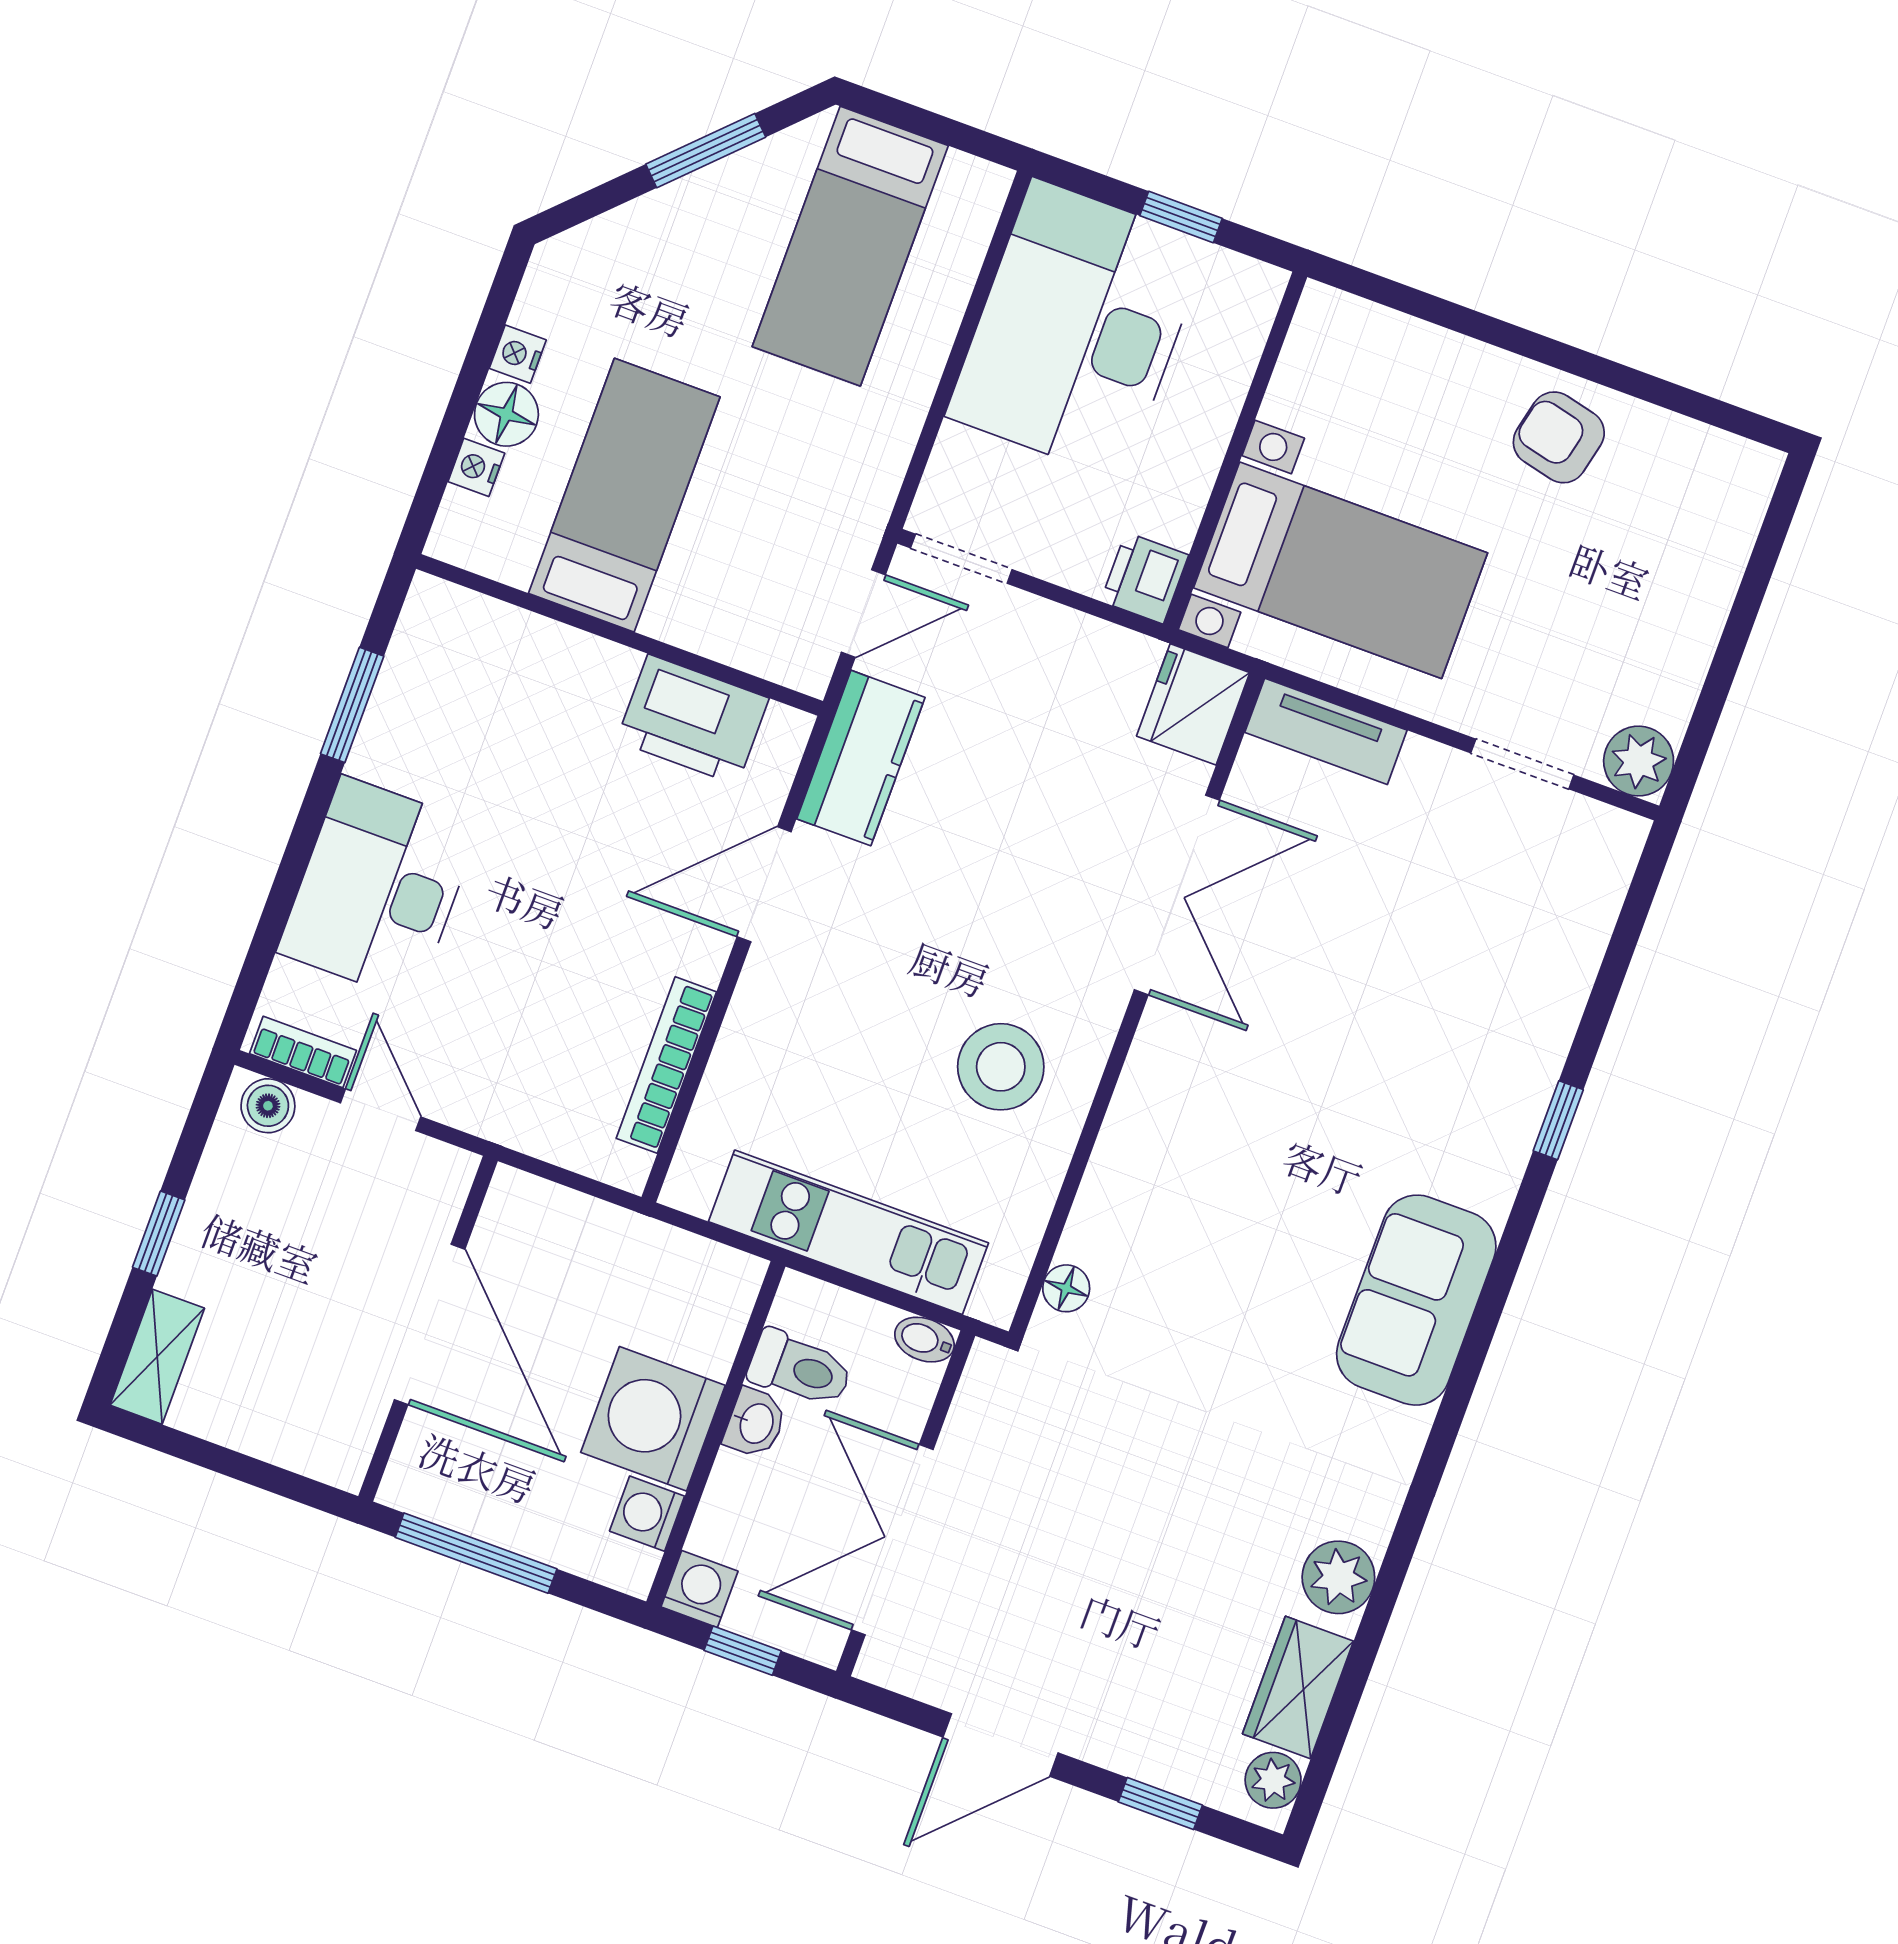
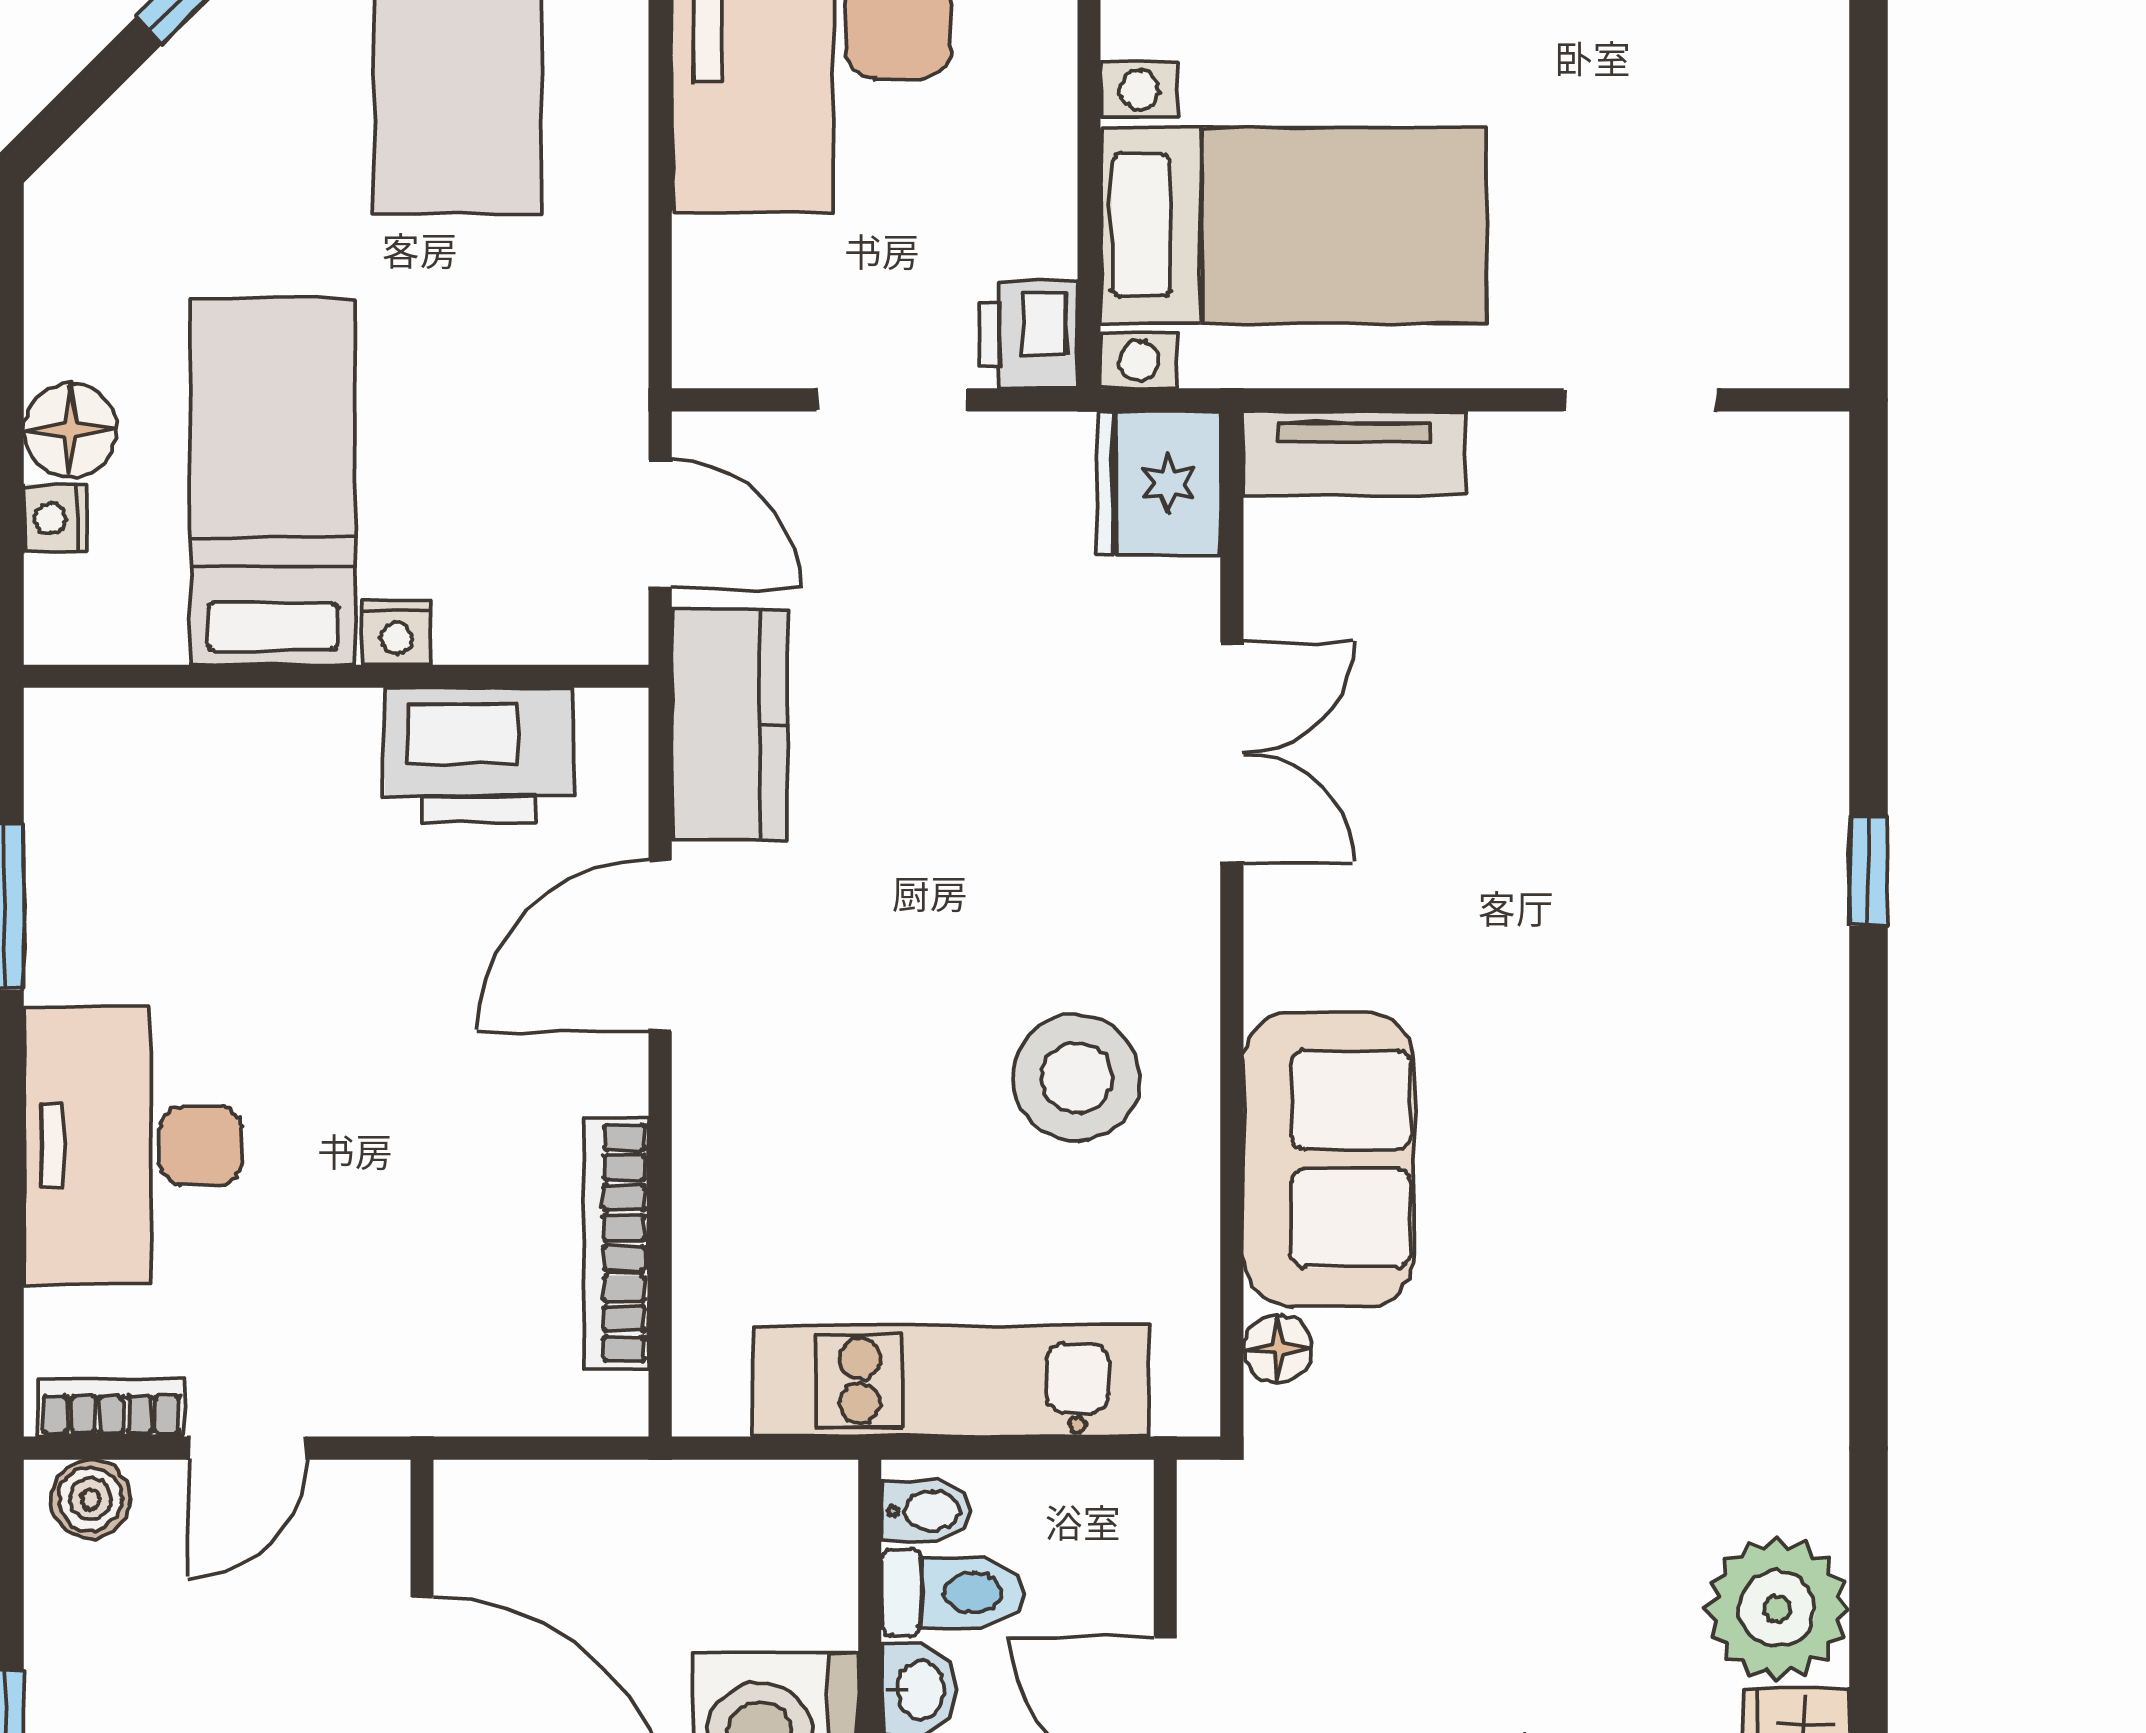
nightstand: (518, 354) -> (397, 633), moved, turned -90
doorway: (961, 559) -> (892, 400), moved
door: (863, 613) -> (660, 524), hinge flipped
plant: (1639, 761) -> (1798, 337), removed
double door: (1177, 895) -> (1232, 753), width x0.73
door: (381, 1110) -> (247, 1448), swing flipped
sofa: (1416, 1300) -> (1329, 1159), moved, turned 180
bidet: (924, 1340) -> (926, 1511), moved, turned 180
plant: (1338, 1577) -> (1777, 1609), width x1.36, depth x1.36

